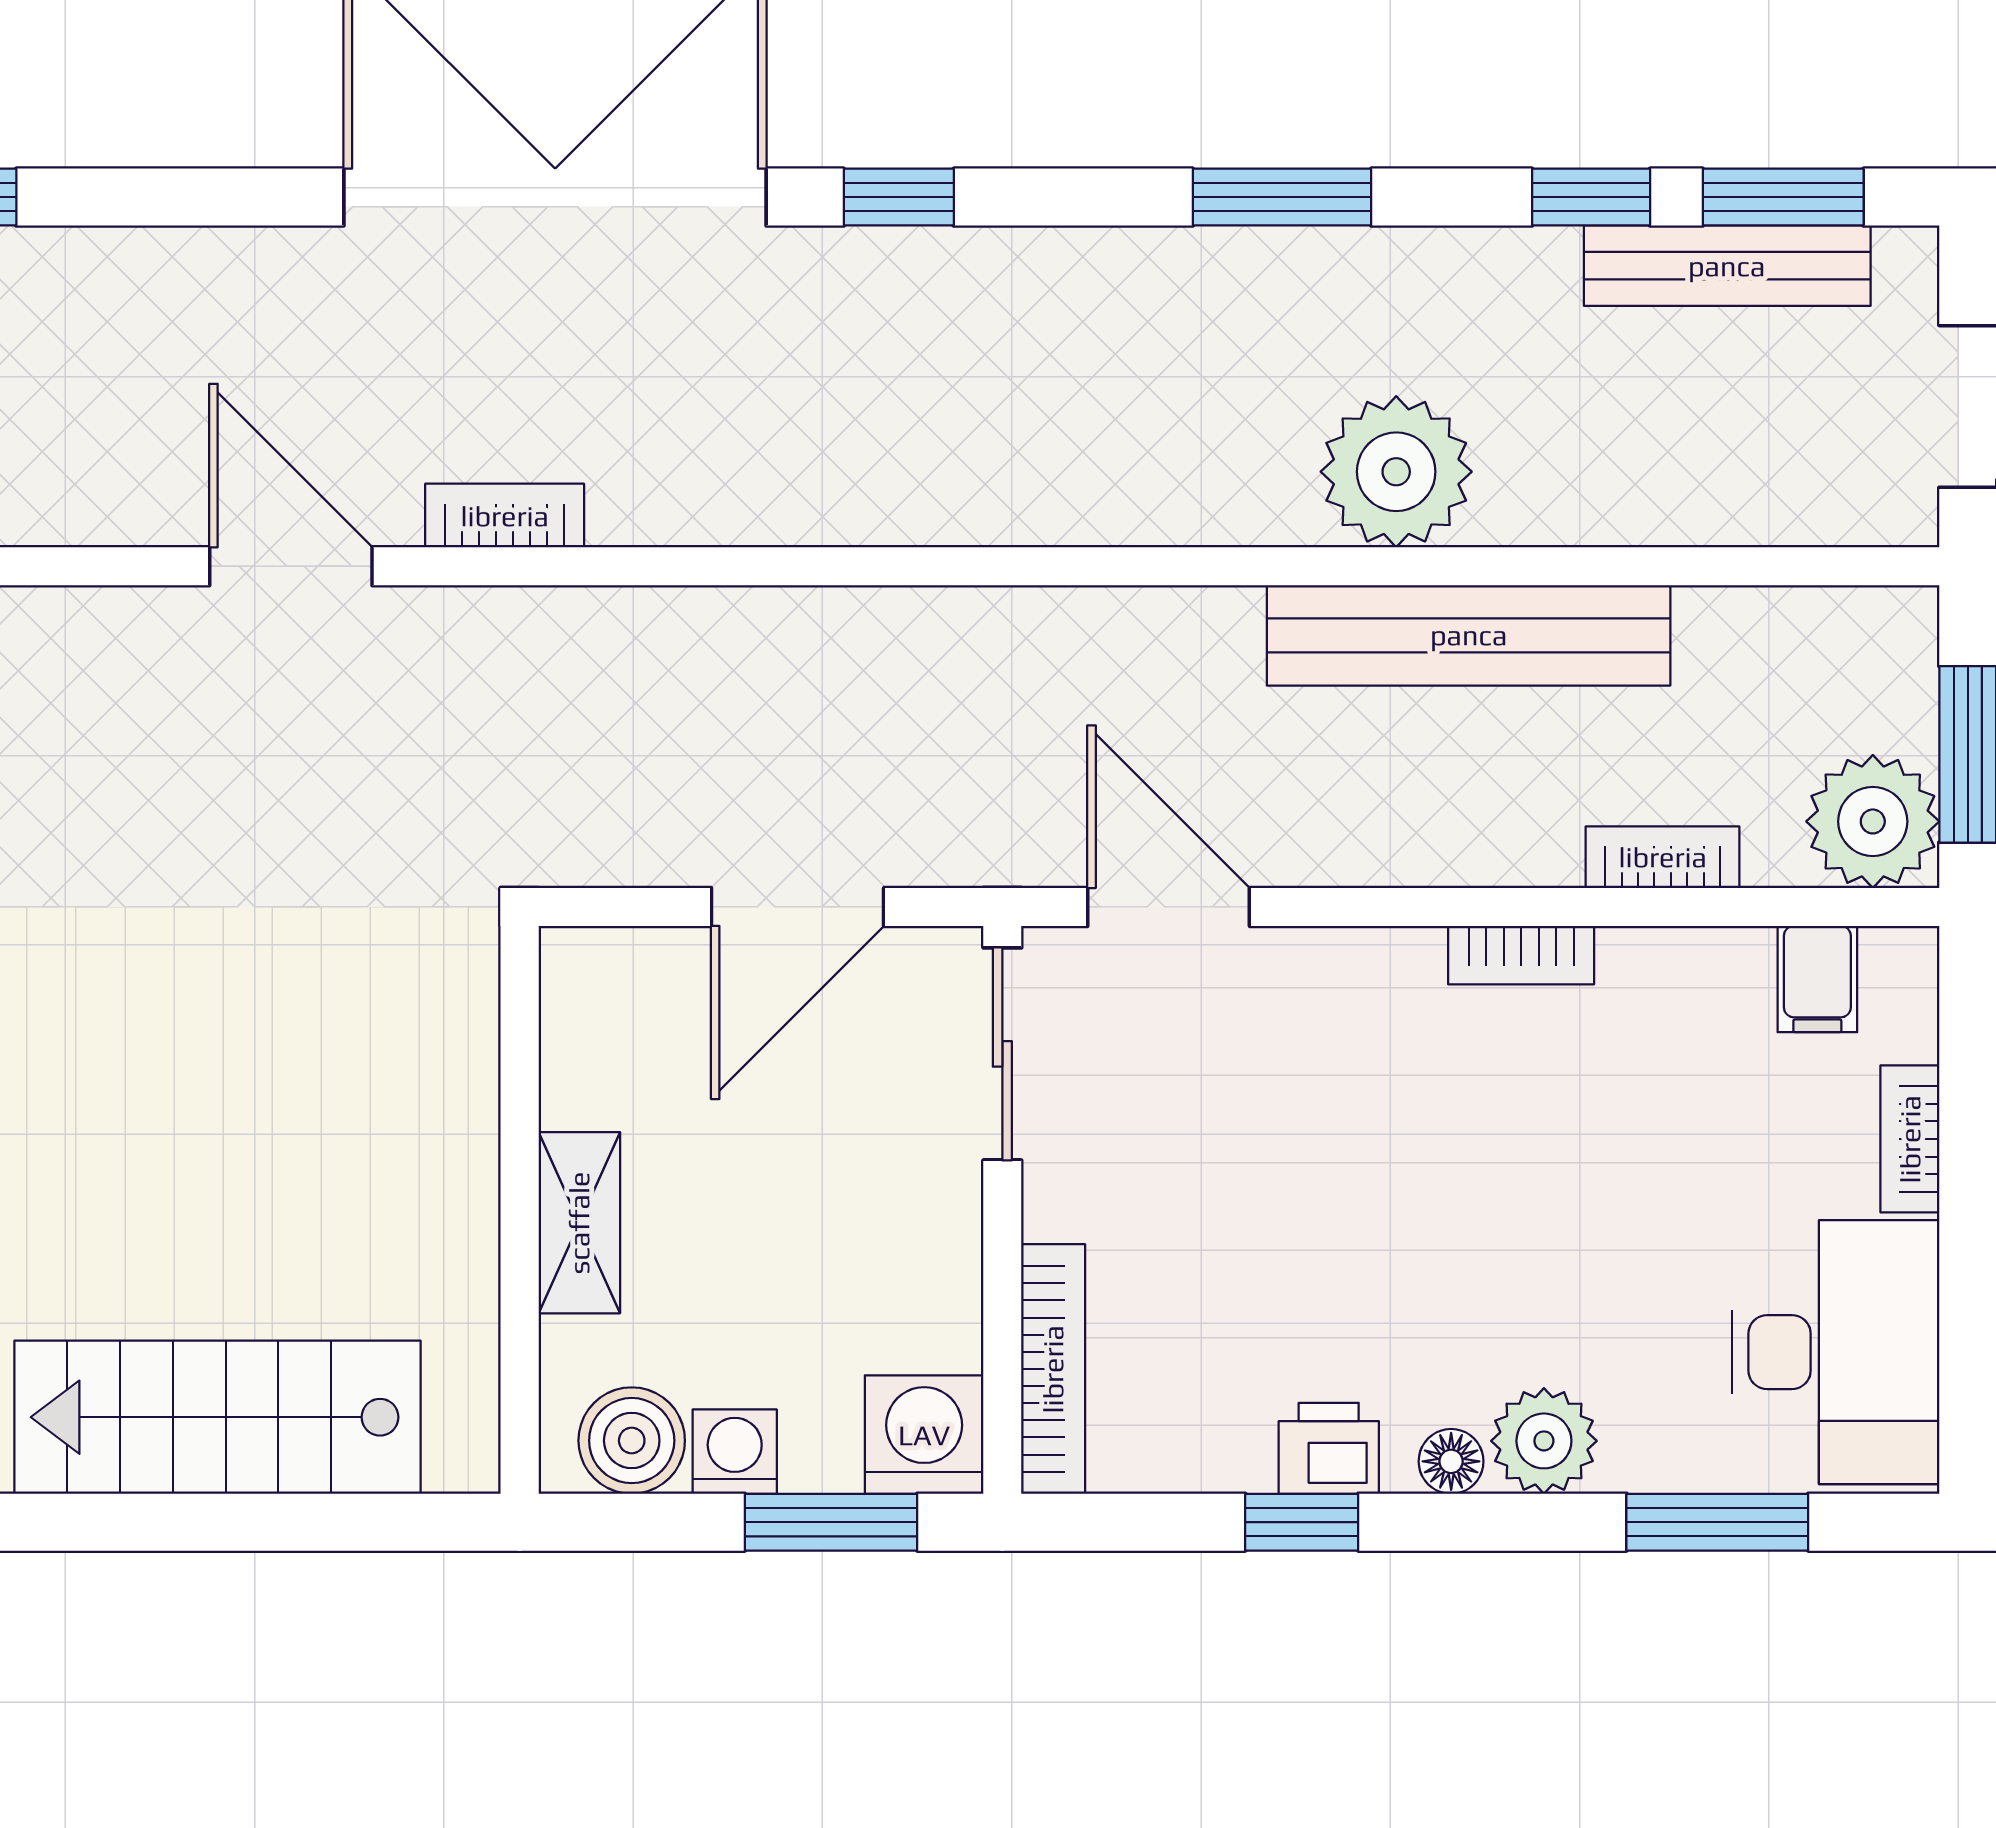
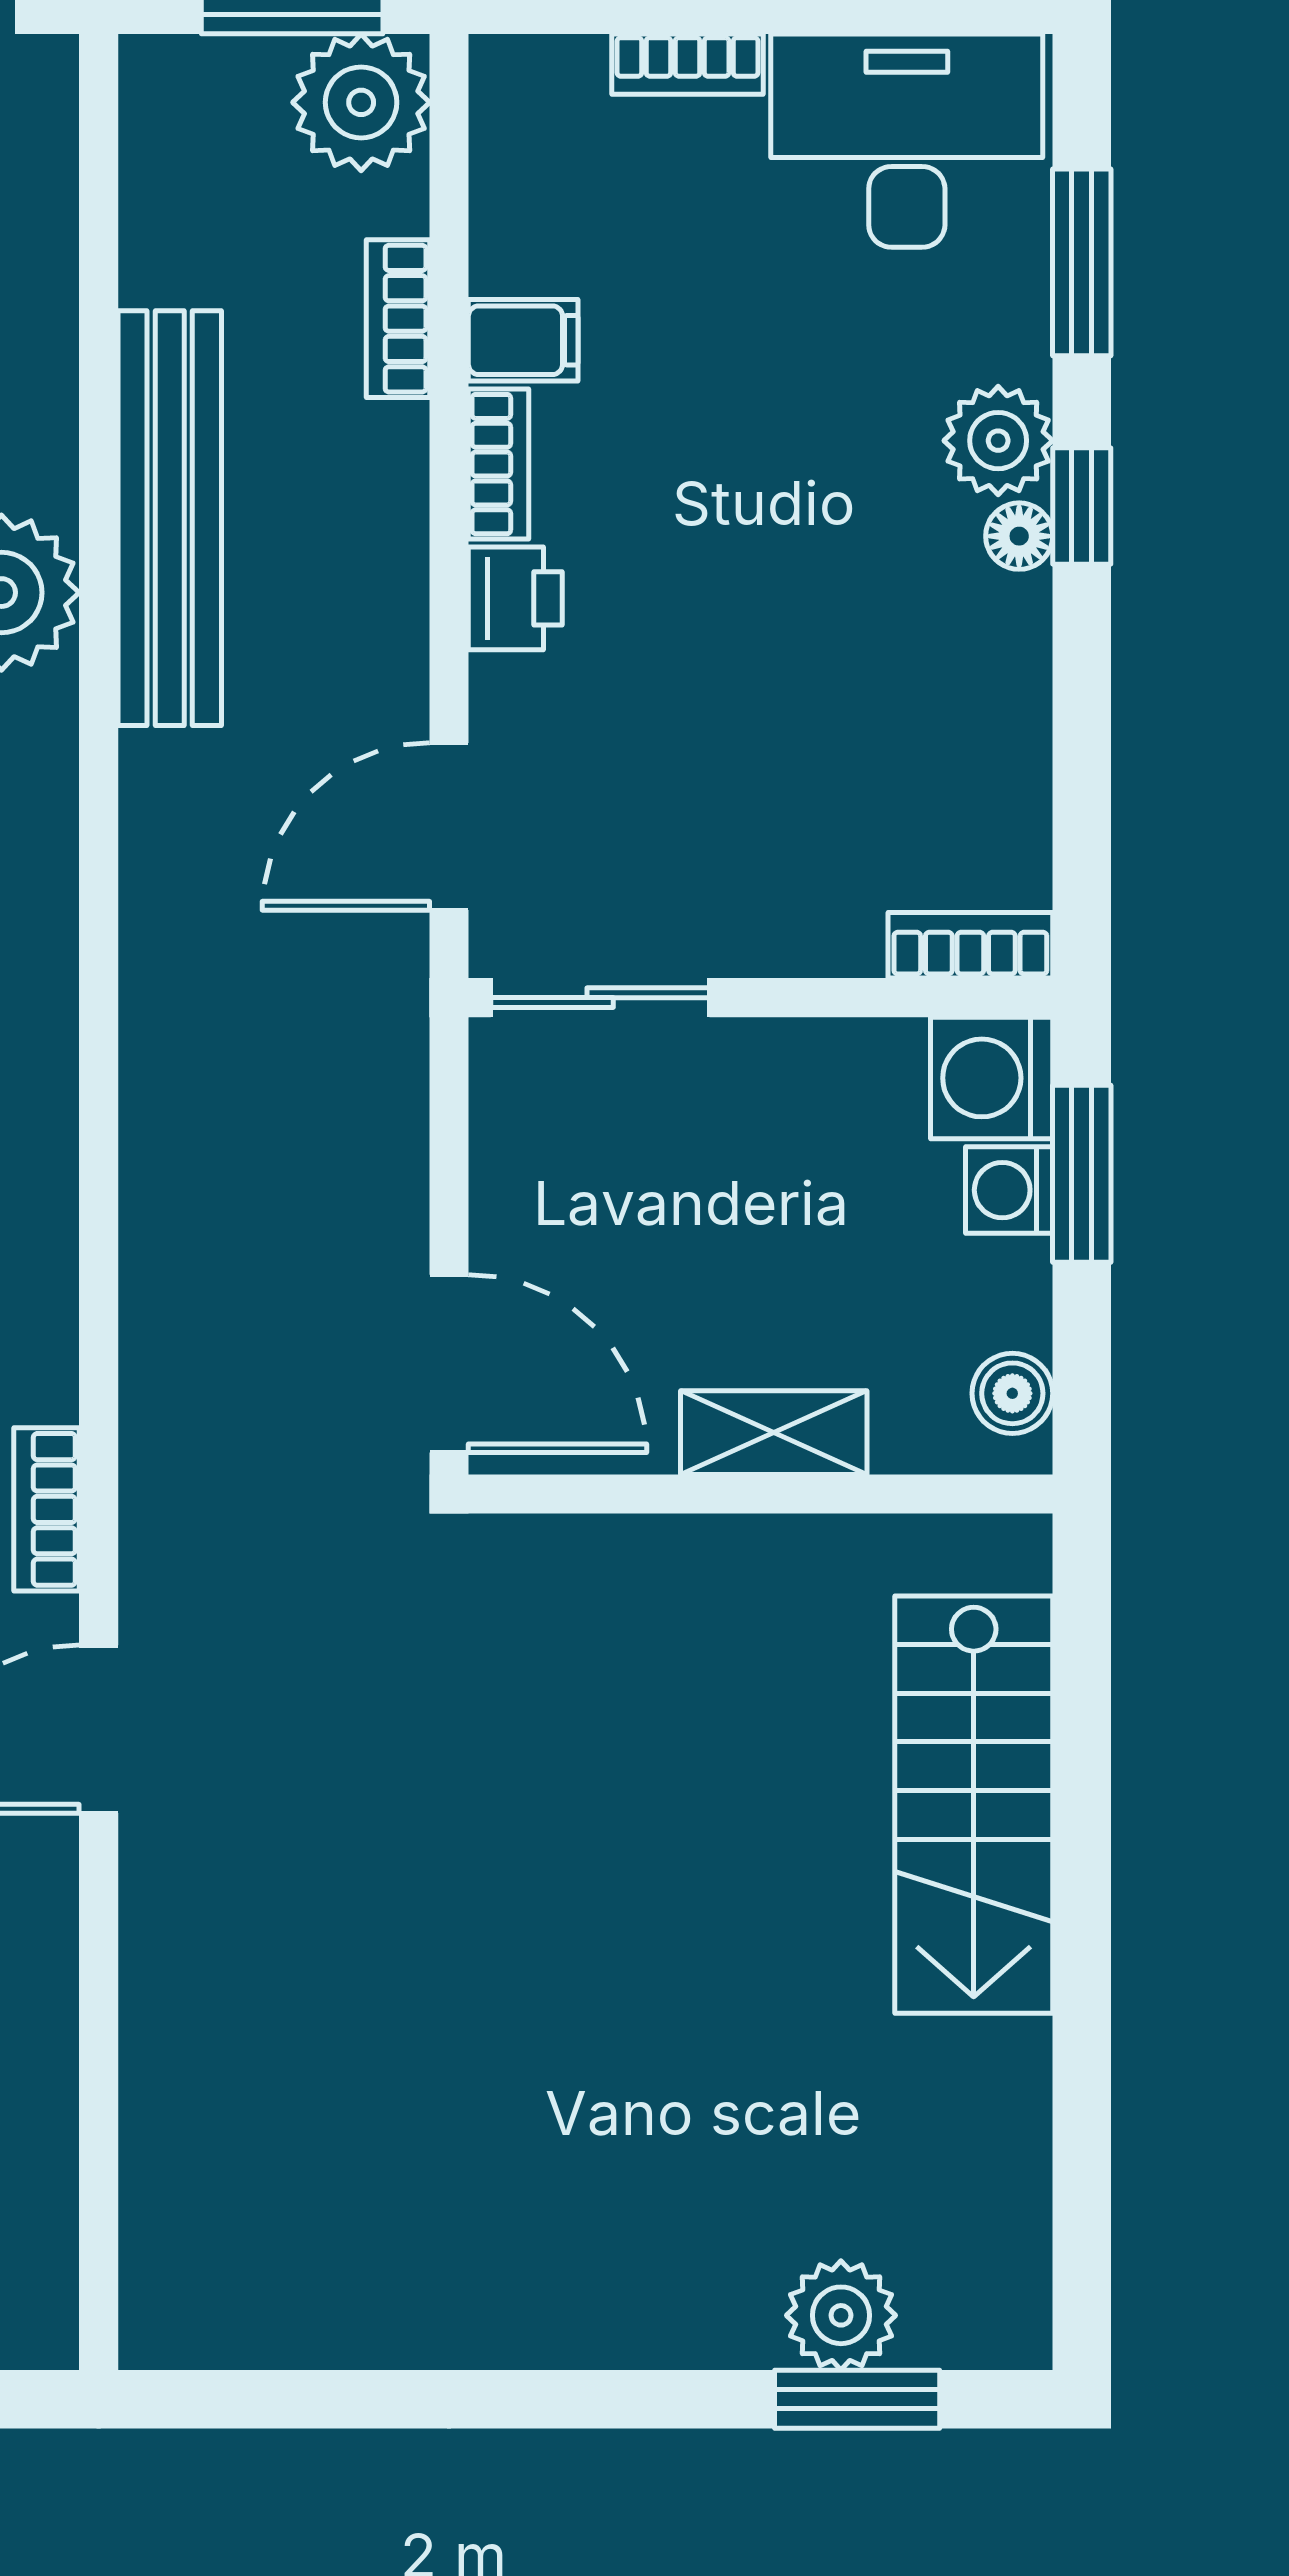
door: (798, 907) -> (449, 1364), moved
filing cabinet: (1817, 979) -> (523, 340), moved
bookcase: (1053, 1369) -> (970, 945), width x0.64
boiler: (632, 1441) -> (1012, 1393), width x0.73, depth x0.73
printer: (1329, 1448) -> (515, 598), moved, turned 180
washing machine: (735, 1452) -> (1009, 1190), moved
window: (1302, 1522) -> (1082, 506), moved

